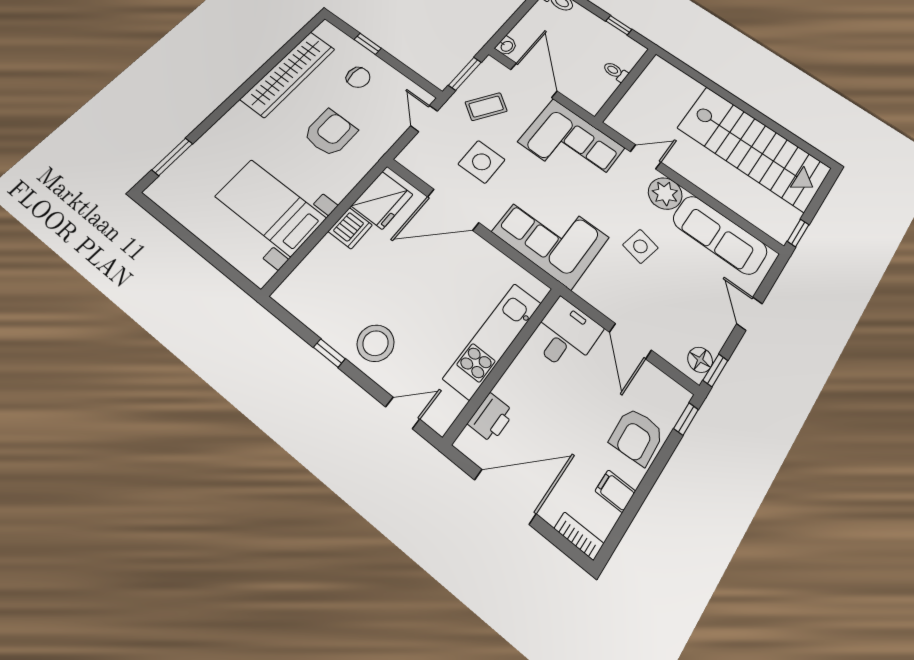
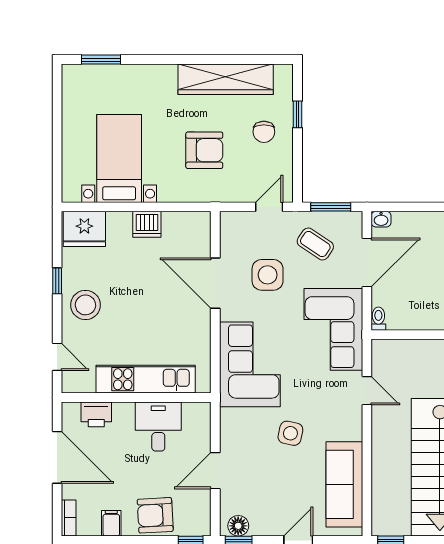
toilet: (615, 72) -> (378, 319), moved
plant: (665, 194) -> (347, 424), removed
fridge: (382, 200) -> (84, 229), moved
desk: (566, 335) -> (158, 427), moved, turned -90

